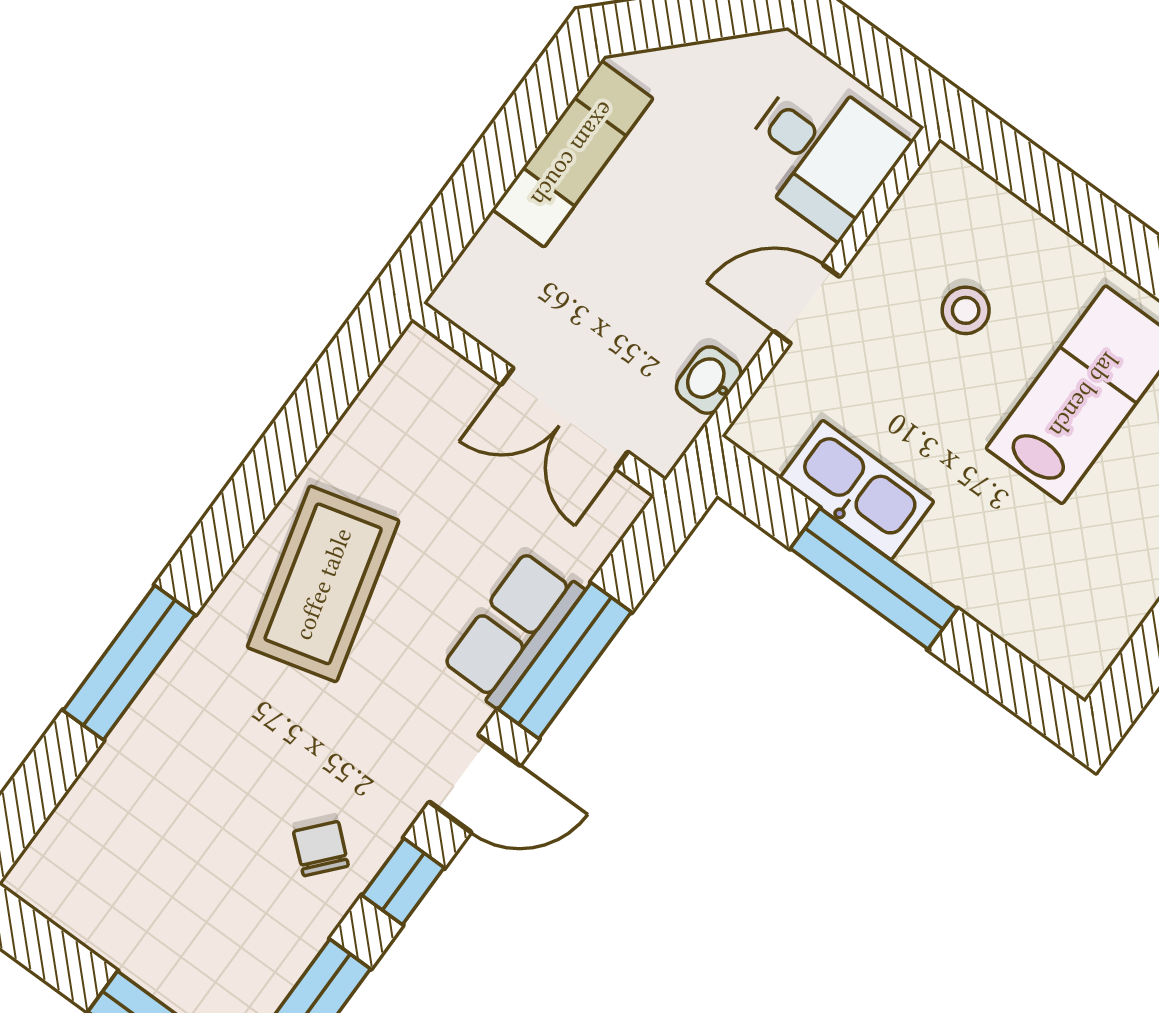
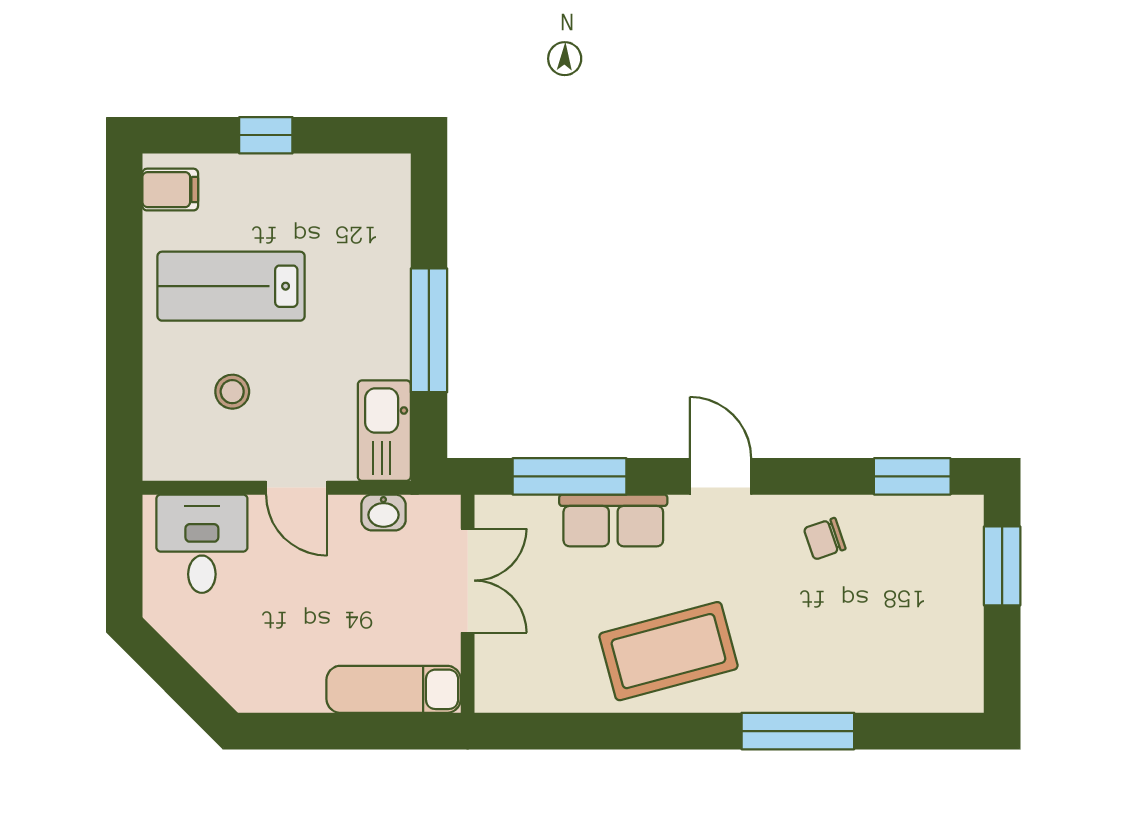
exam couch: (573, 154) -> (394, 689), moved
kitchen sink: (857, 490) -> (384, 431), moved
window: (565, 661) -> (569, 476), moved
chair: (321, 849) -> (825, 539), turned 30
window: (403, 882) -> (809, 476), removed

